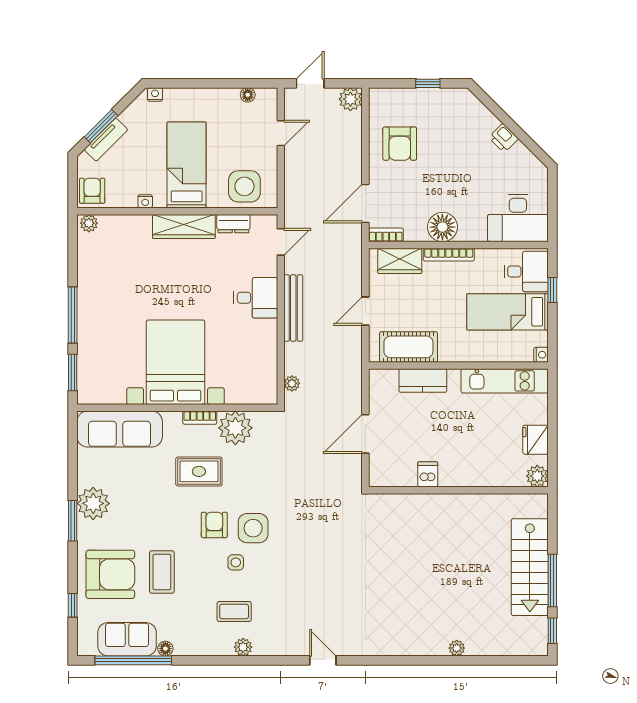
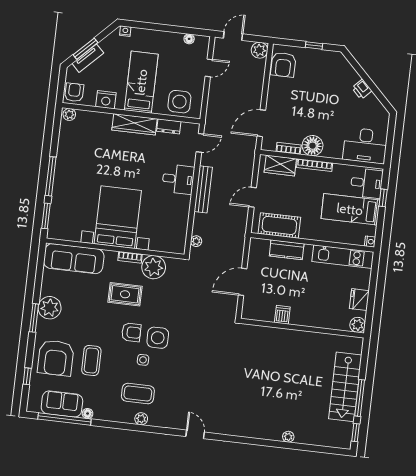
armchair: (400, 144) -> (283, 65), moved
nightstand: (145, 201) -> (106, 100), width x1.89, depth x1.79
bookcase: (386, 235) -> (289, 148), moved
armchair: (214, 525) -> (131, 332), turned 90
armchair: (110, 574) -> (56, 358), turned 90
coffee table: (234, 611) -> (138, 394), width x1.36, depth x1.30

